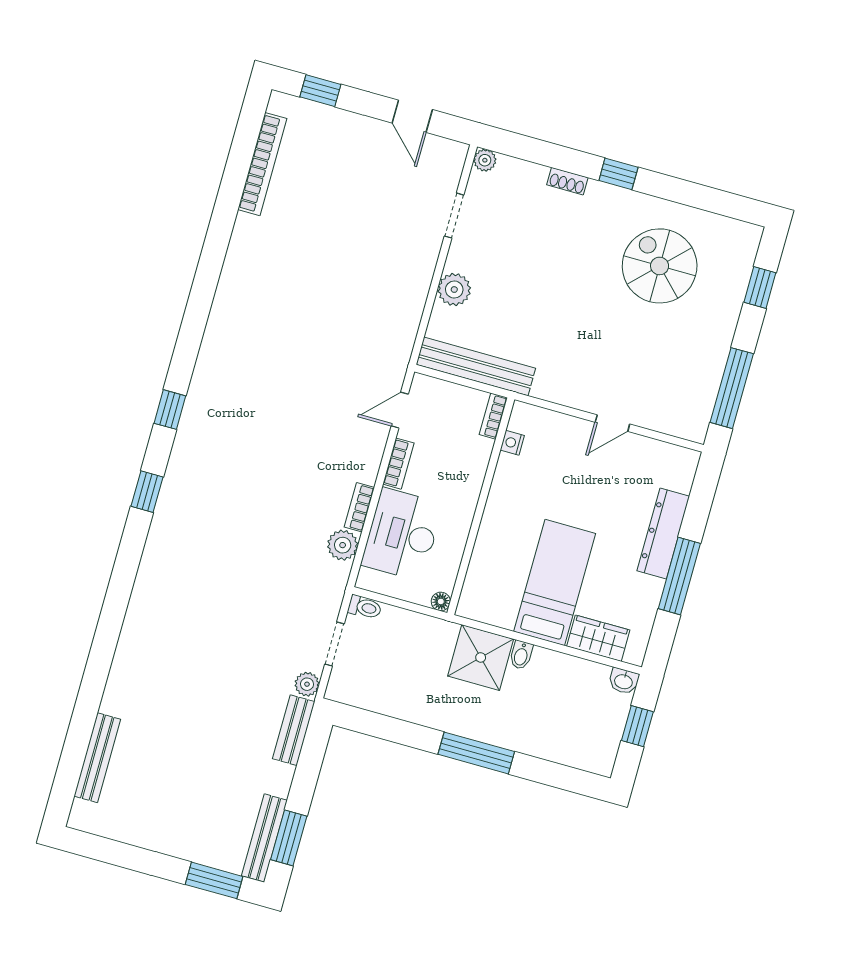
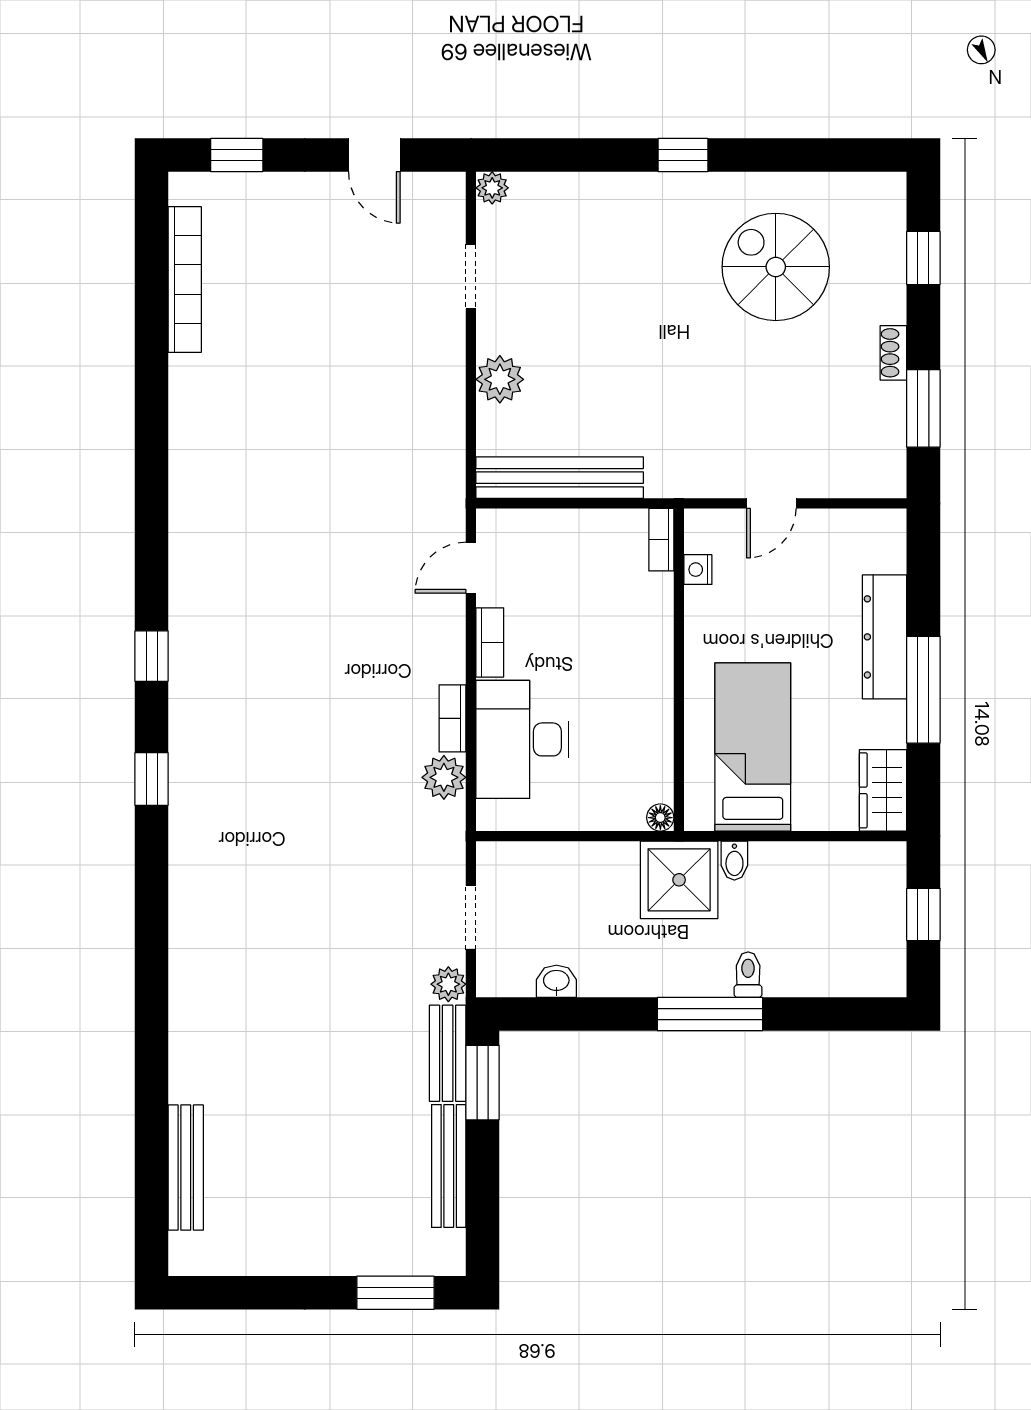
shoe rack: (567, 181) -> (893, 353), moved, turned 90
window: (732, 388) -> (923, 408), width x0.69
bookcase: (493, 416) -> (661, 540), moved
nightstand: (512, 443) -> (698, 570), moved
wall: (481, 506) -> (679, 670), moved
floor lamp: (441, 601) -> (660, 818), moved
toilet: (365, 607) -> (748, 975), moved, turned -90
wardrobe: (598, 638) -> (883, 790), moved, turned -90
washbasin: (624, 681) -> (556, 981), moved, turned 180
bench: (264, 838) -> (449, 1166), moved
window: (289, 838) -> (483, 1083), moved

